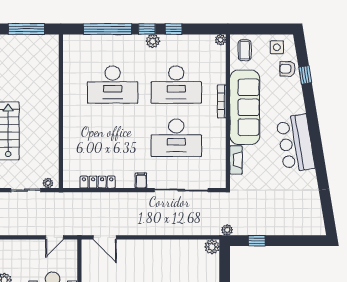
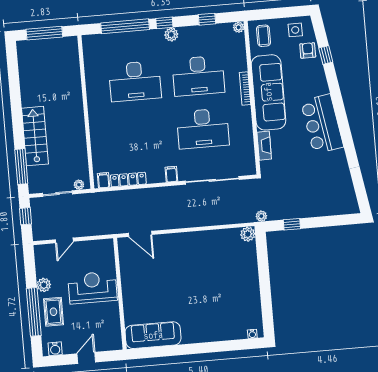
window: (174, 29) -> (207, 19), moved
armchair: (287, 69) -> (308, 50), turned 90
filing cabinet: (73, 181) -> (104, 180), added
door: (55, 237) -> (64, 240), moved

